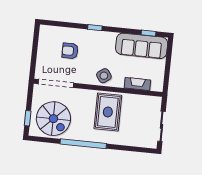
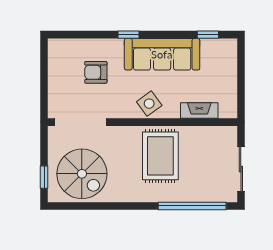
sofa: (142, 46) -> (162, 54), moved
window: (83, 144) -> (192, 206), moved

